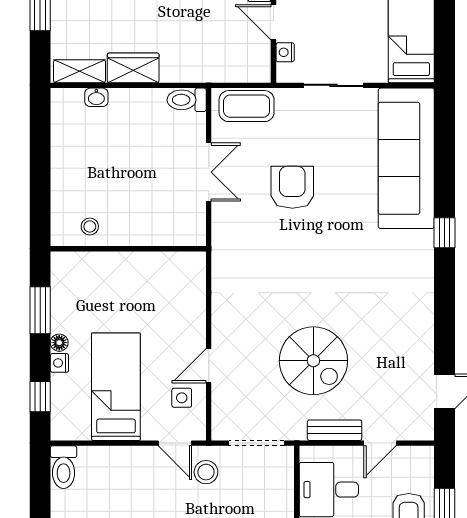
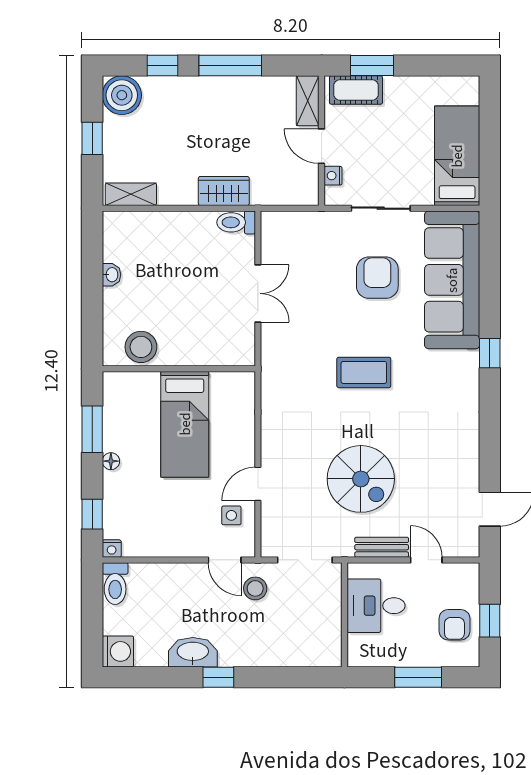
wardrobe: (133, 68) -> (224, 191), moved
washbasin: (96, 97) -> (111, 275), moved, turned -90
coffee table: (247, 106) -> (364, 372), moved
armchair: (292, 187) -> (377, 278), moved
stool: (90, 226) -> (141, 347), width x1.89, depth x1.89
nightstand: (59, 363) -> (112, 549), moved, turned -90
bed: (116, 387) -> (185, 424), moved, turned 180
door: (380, 443) -> (426, 560), swing flipped

